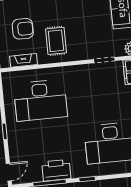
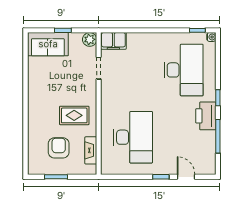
printer: (56, 170) -> (206, 116), moved
door: (9, 172) -> (186, 177), moved

